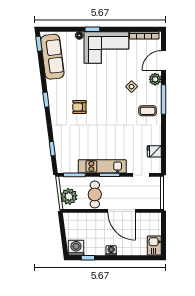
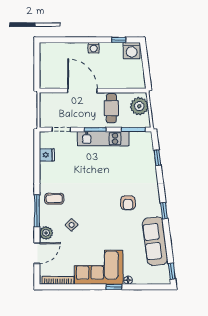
sofa: (52, 57) -> (155, 241), moved
armchair: (79, 107) -> (128, 203), turned 90
kitchen sink: (154, 246) -> (47, 53), removed

